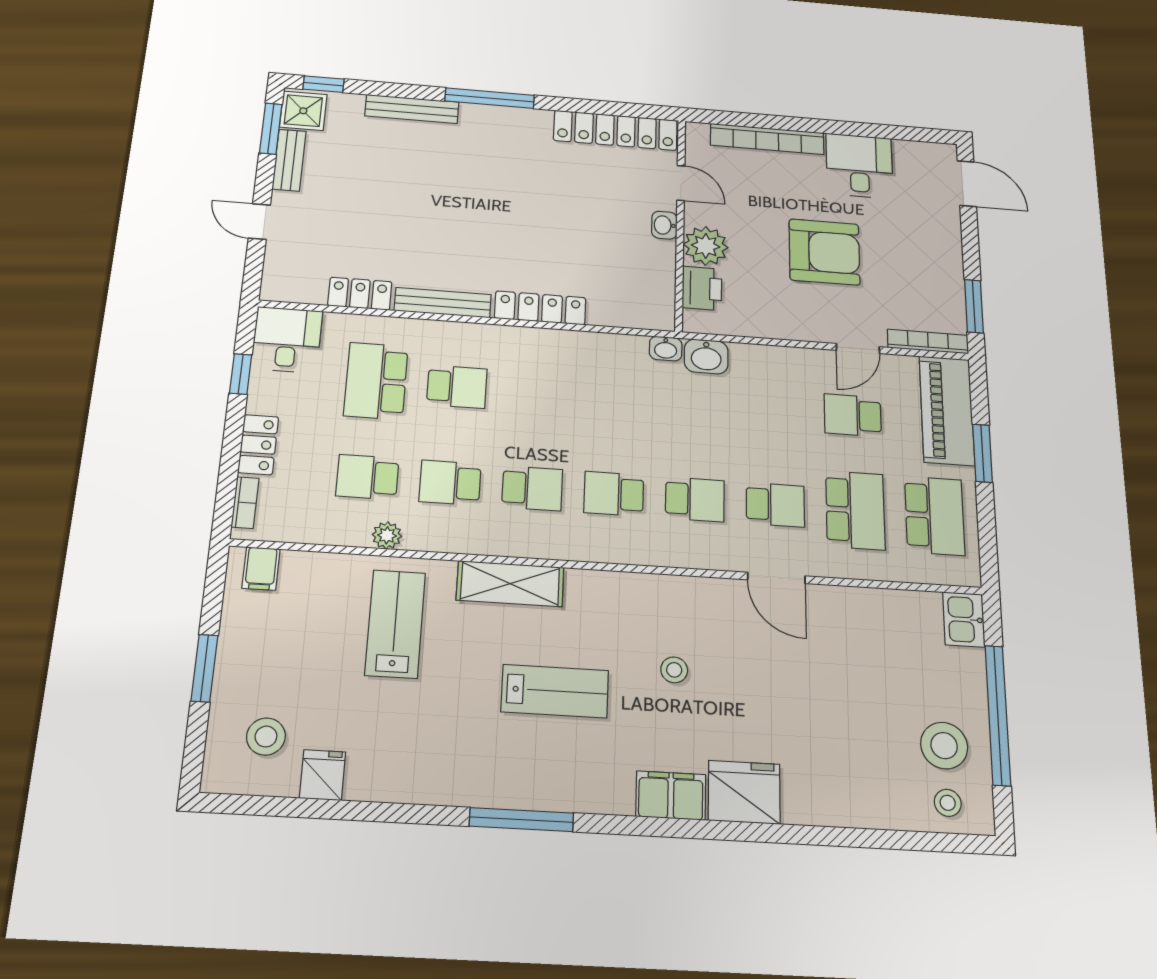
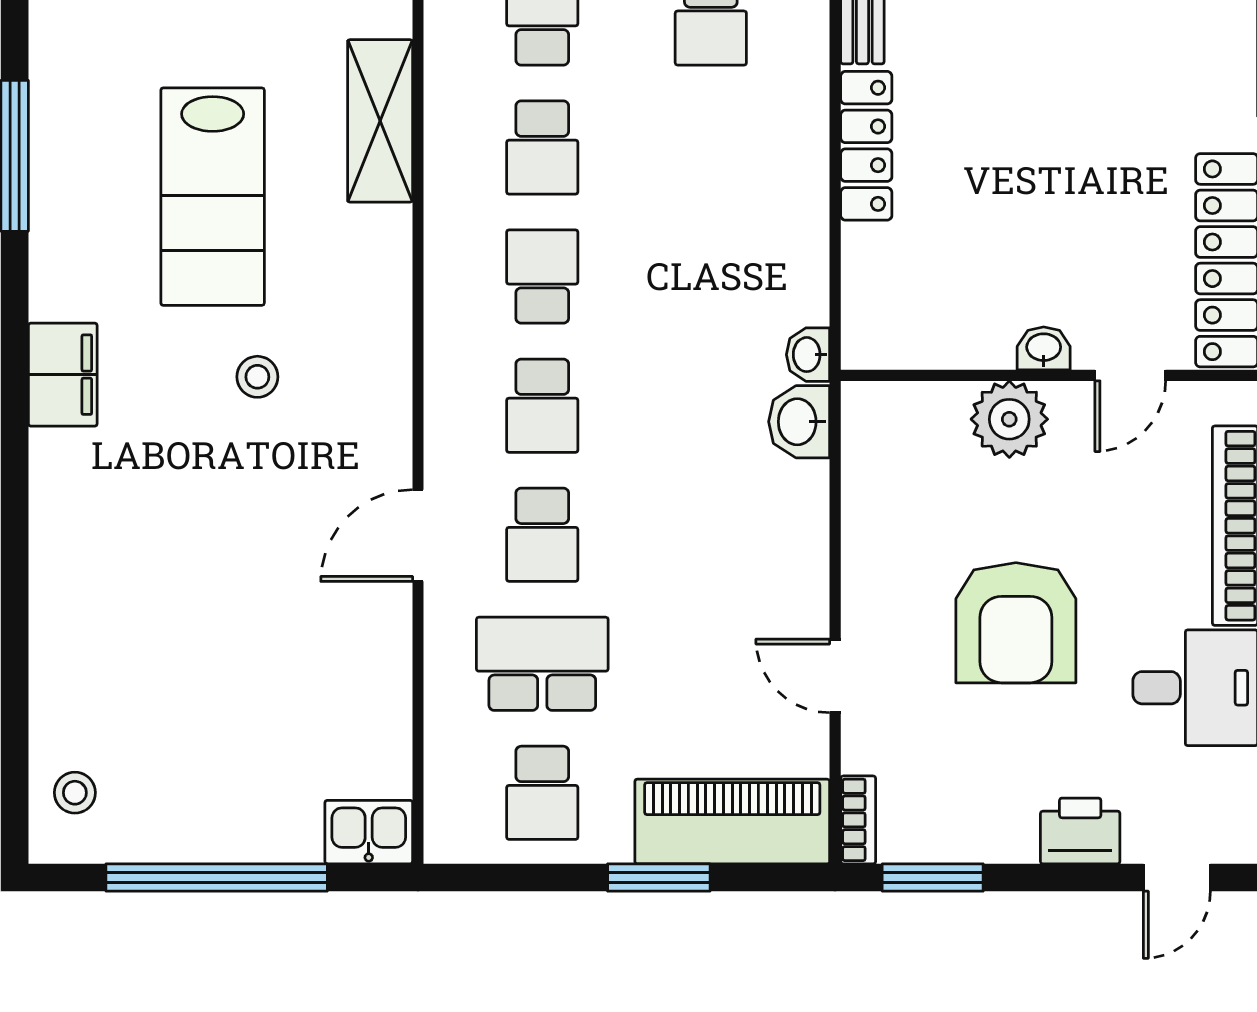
door: (967, 184) -> (1177, 878), width x0.73
printer: (702, 288) -> (1080, 831), moved, turned 180
bookcase: (928, 342) -> (858, 820), width x0.64
school desk: (853, 415) -> (711, 664), removed
school desk: (855, 510) -> (542, 664), turned 180
school desk: (935, 516) -> (542, 793), width x0.54
lab bench: (555, 691) -> (213, 197), width x1.36, depth x1.39
stool: (944, 746) -> (163, 791), removed
fridge: (744, 792) -> (74, 484), removed

